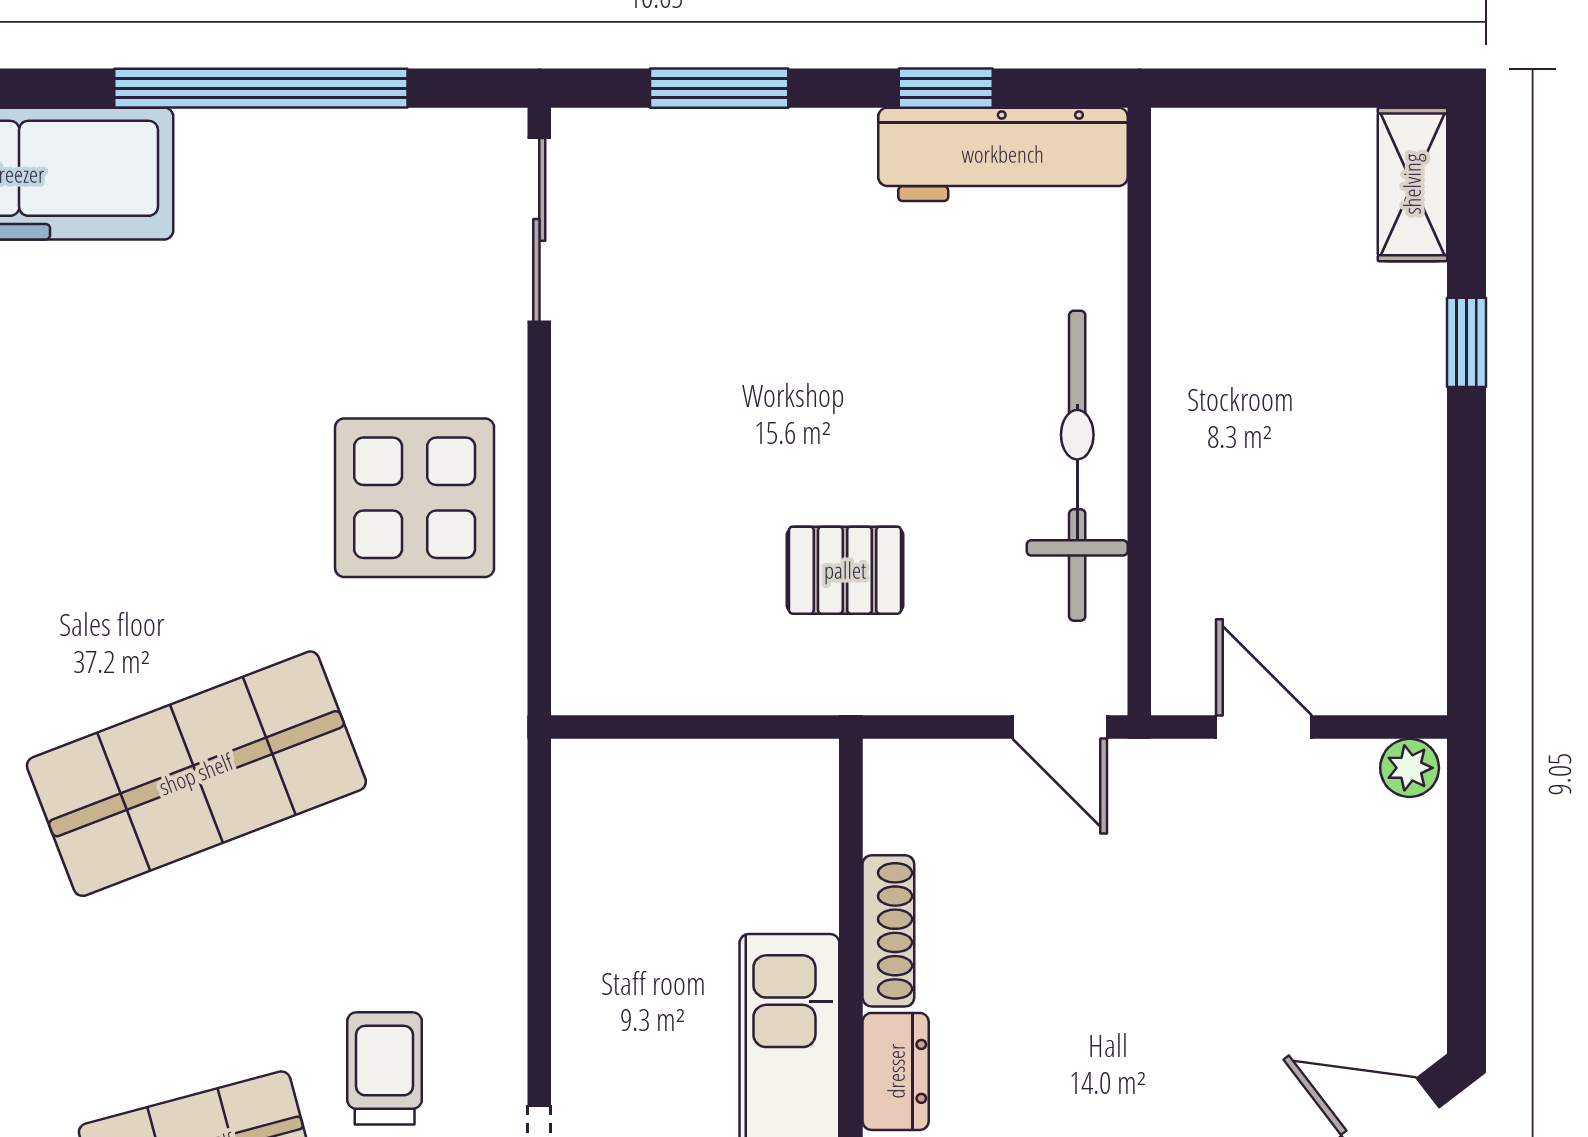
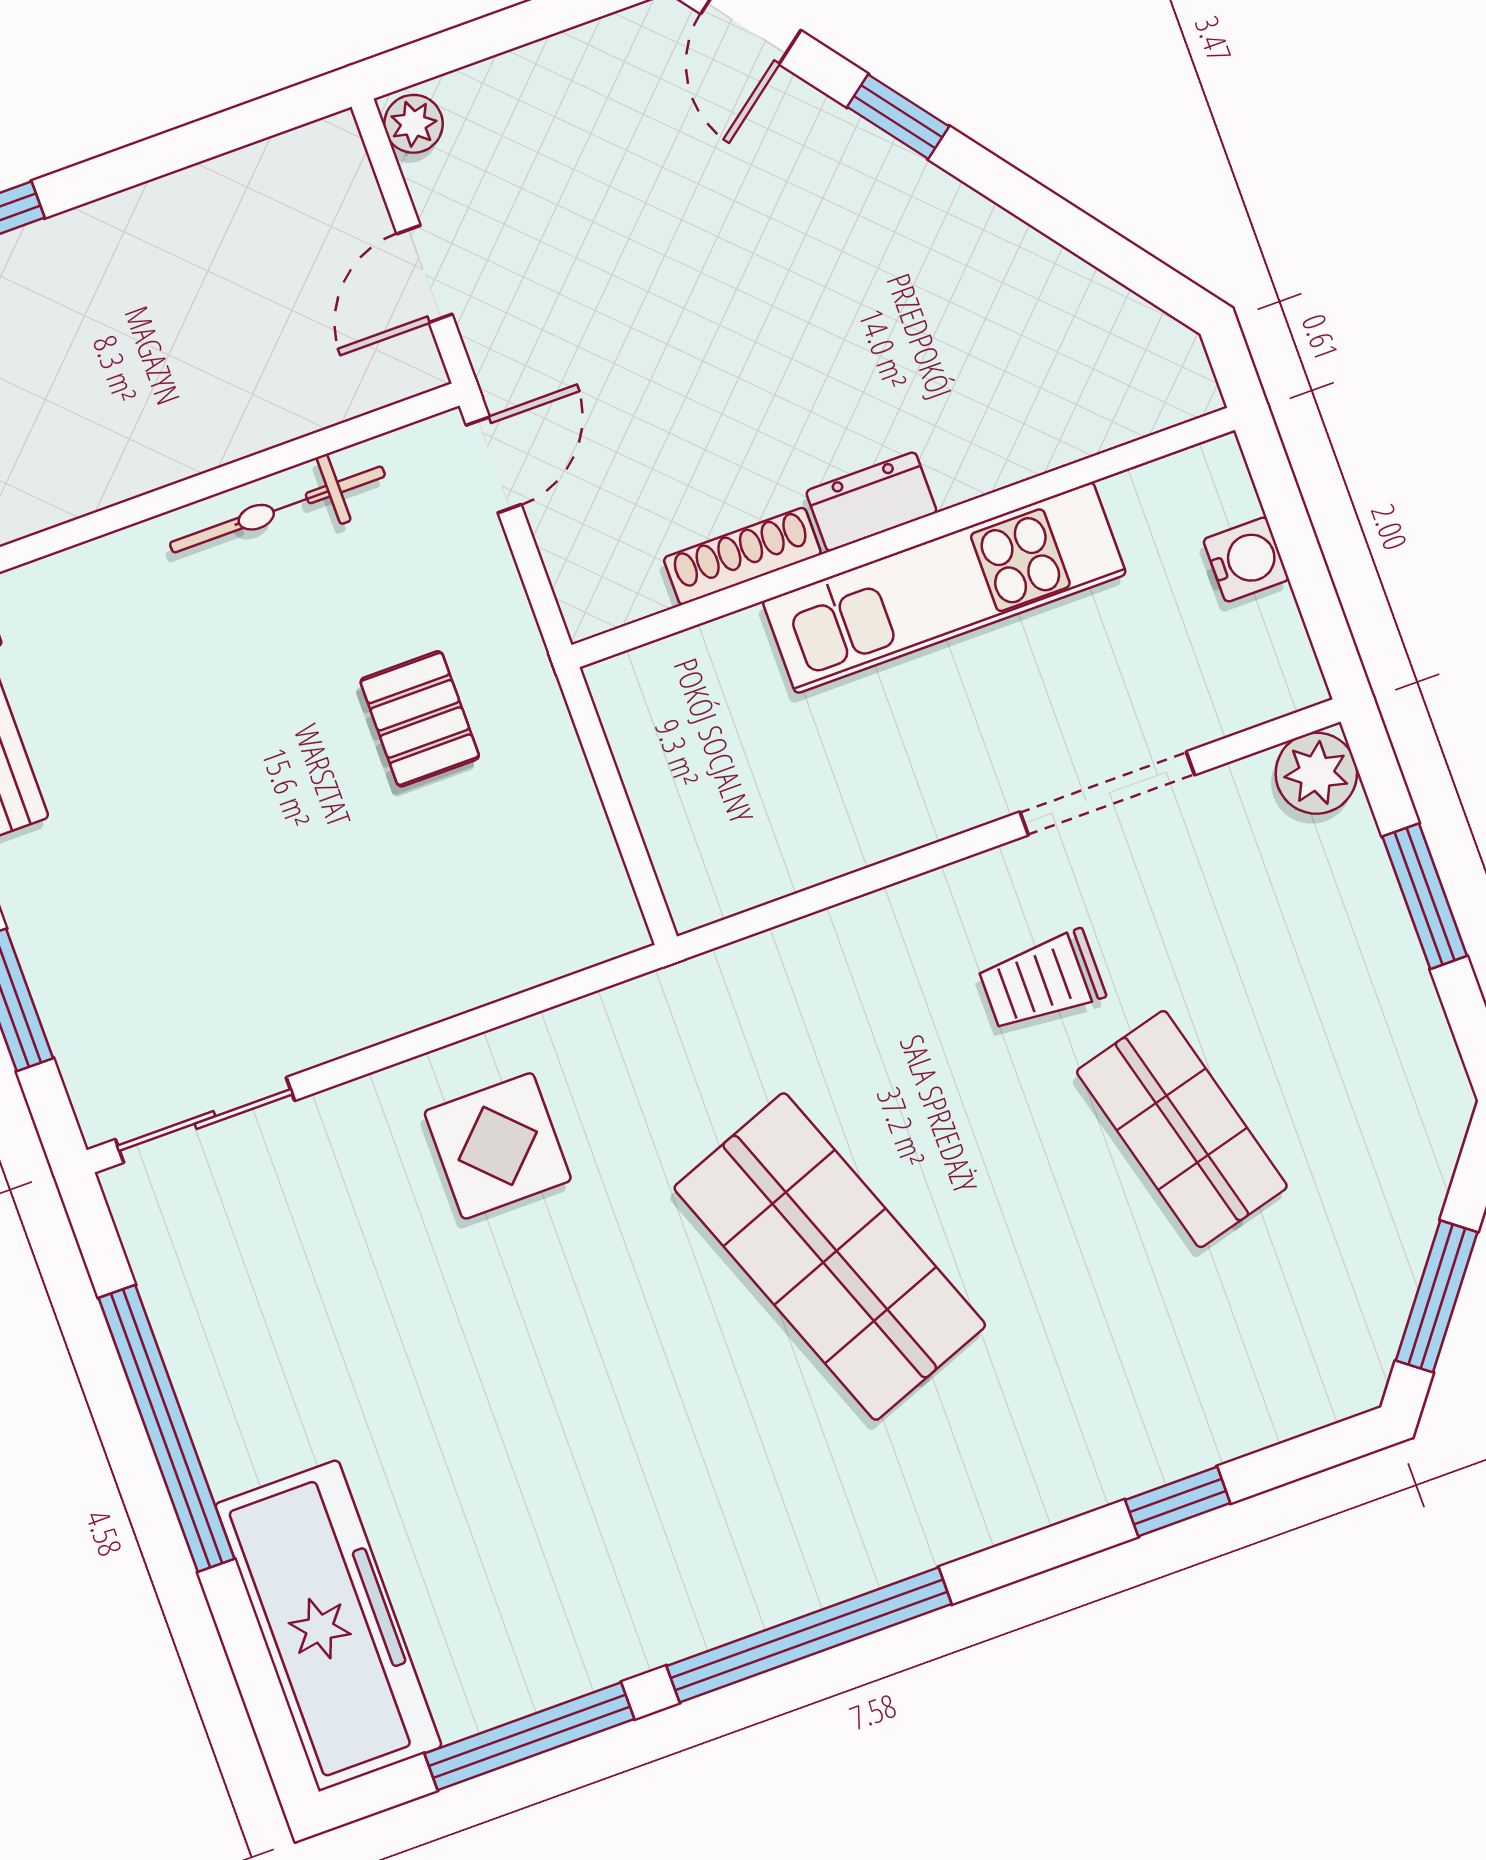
bicycle: (1077, 466) -> (277, 509), width x0.73, depth x0.71
display table: (415, 498) -> (498, 1146), width x0.73, depth x0.73

